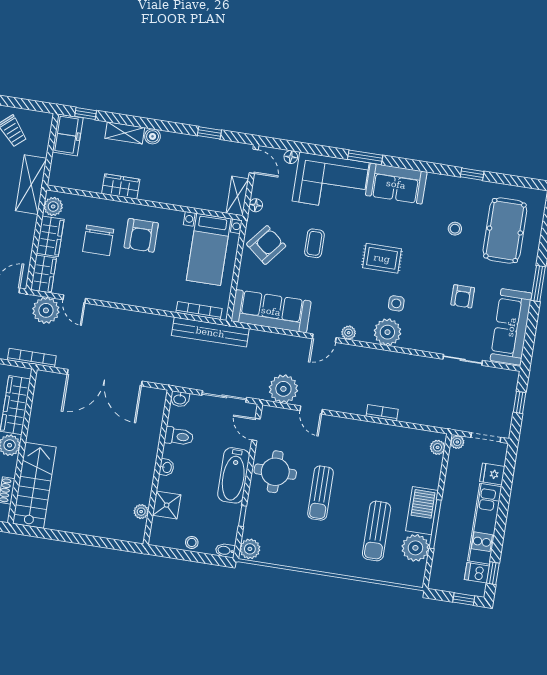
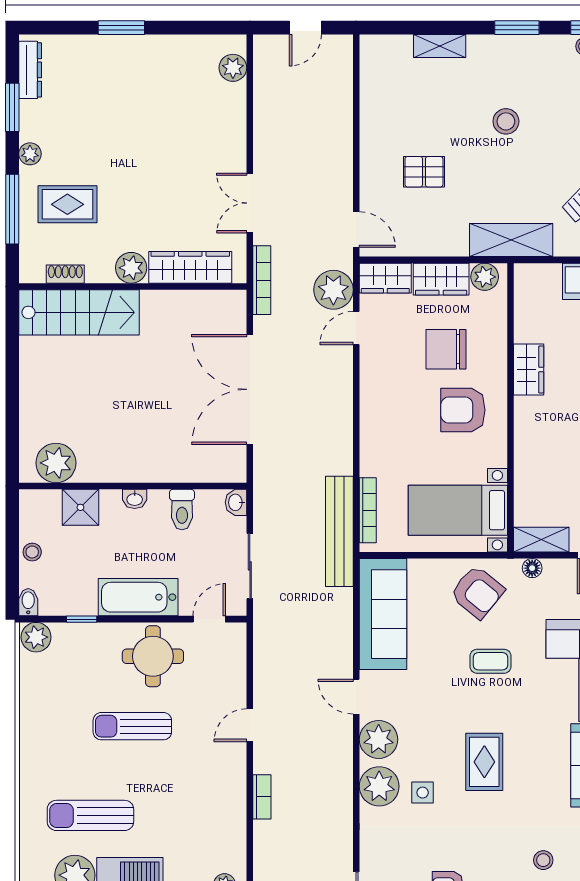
plant: (349, 333) -> (379, 739), width x1.88, depth x1.88
plant: (283, 389) -> (274, 649), removed
door: (311, 410) -> (250, 725), moved
plant: (141, 512) -> (56, 463), width x1.88, depth x1.88

